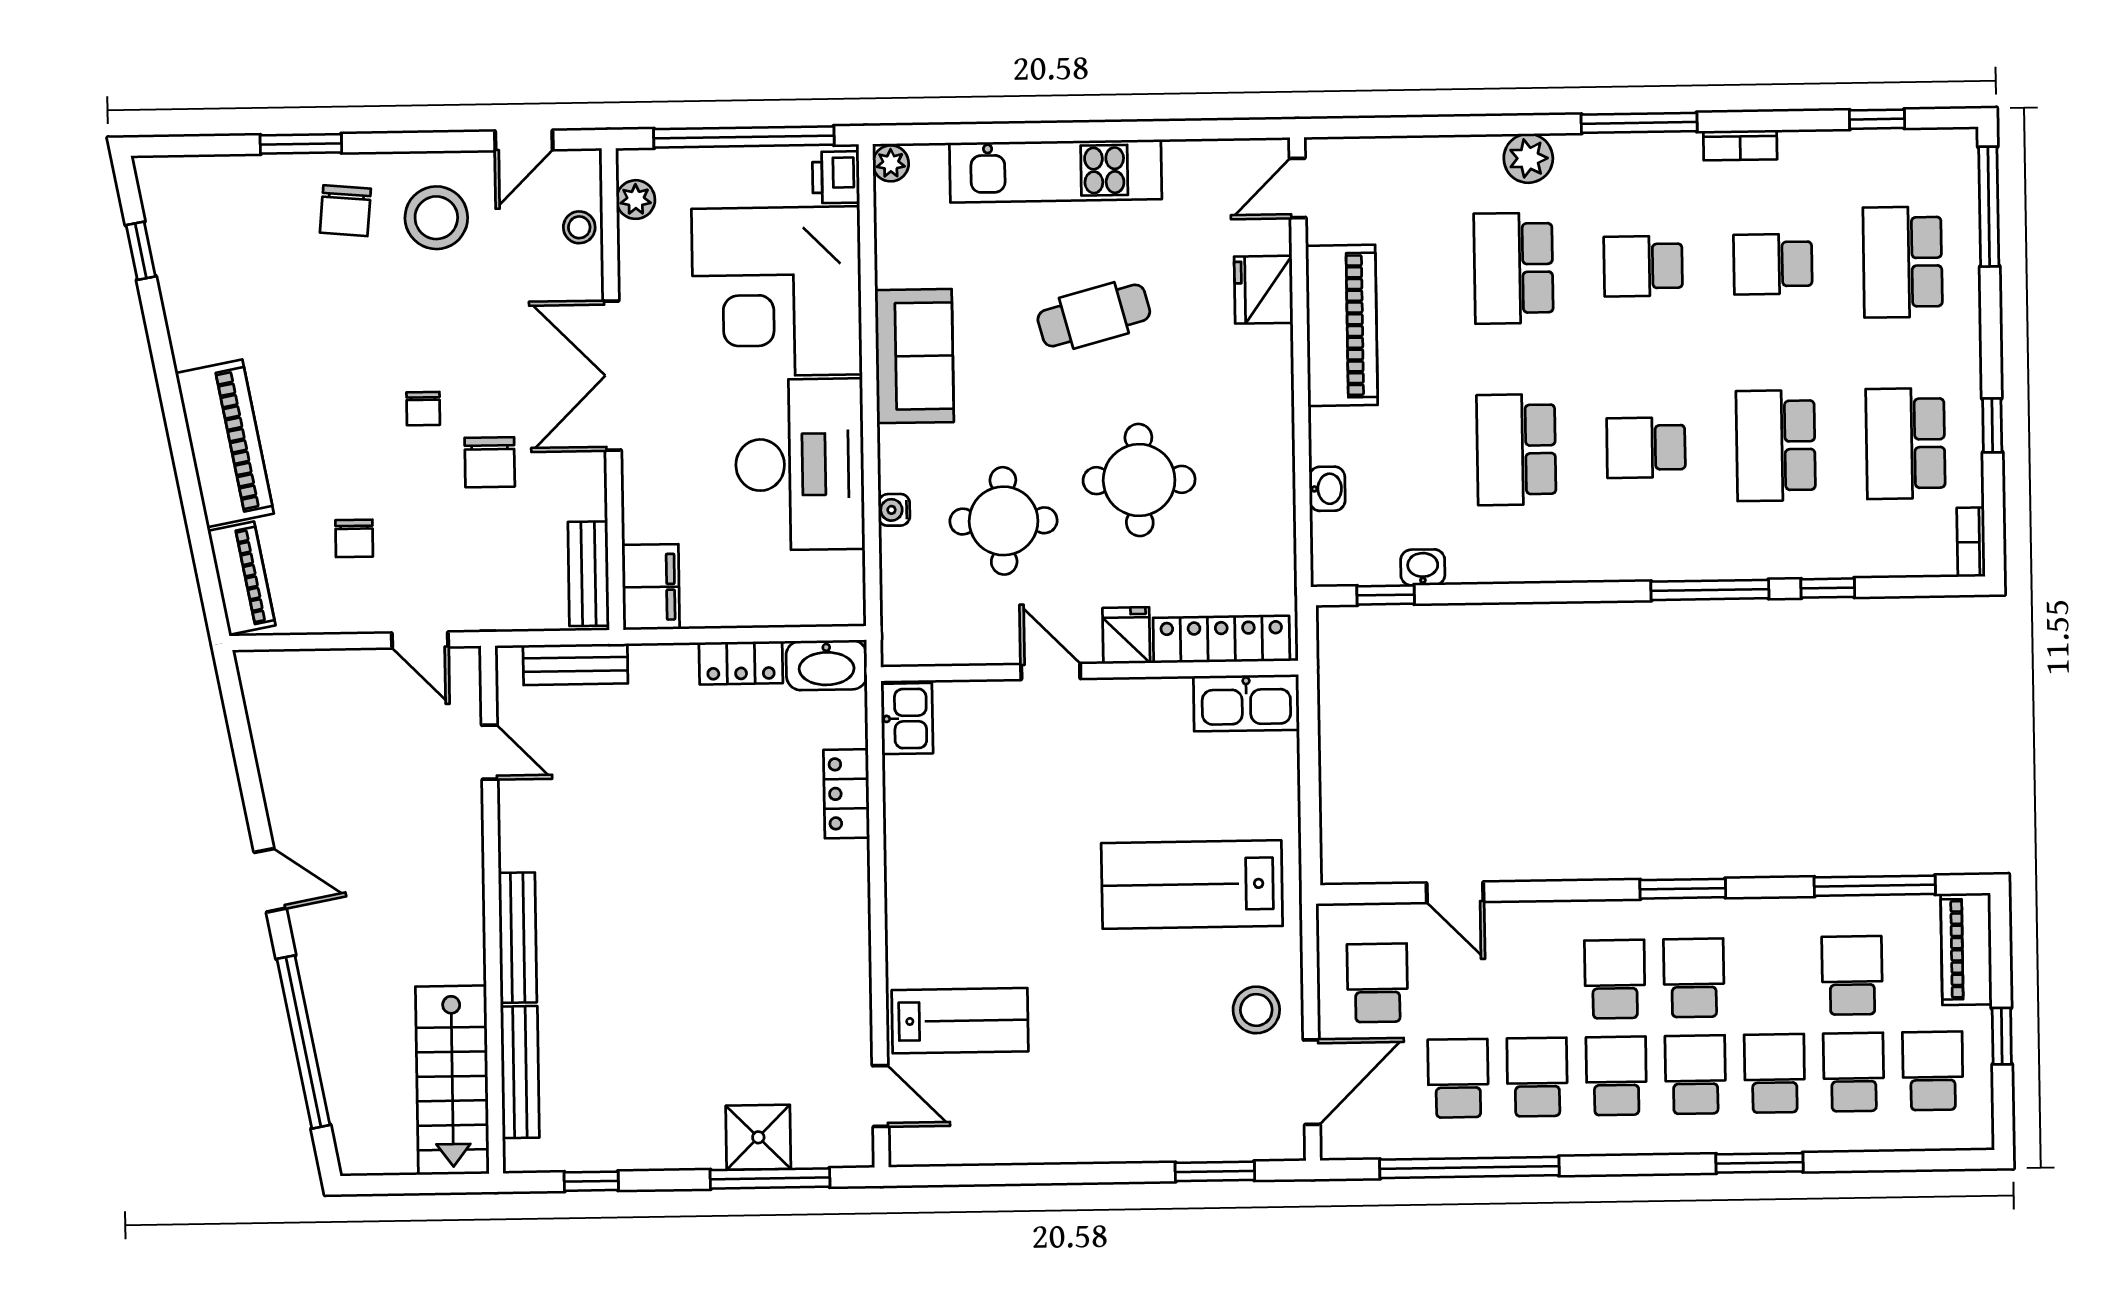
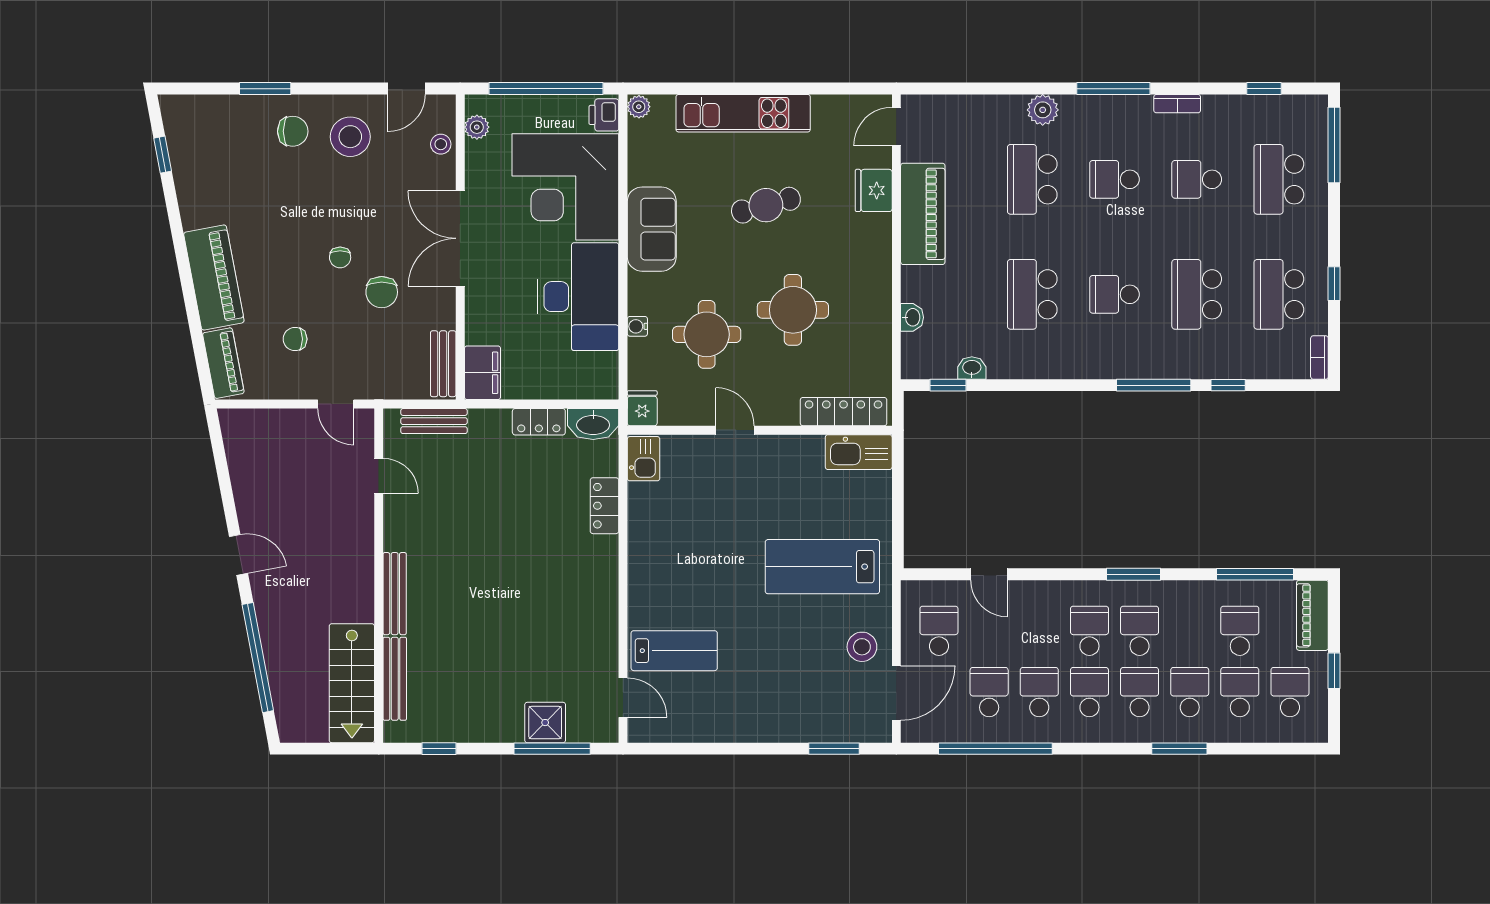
chair: (345, 211) -> (293, 131), turned -95
chair: (354, 538) -> (295, 339), turned 90
fridge: (1126, 635) -> (642, 408), moved

